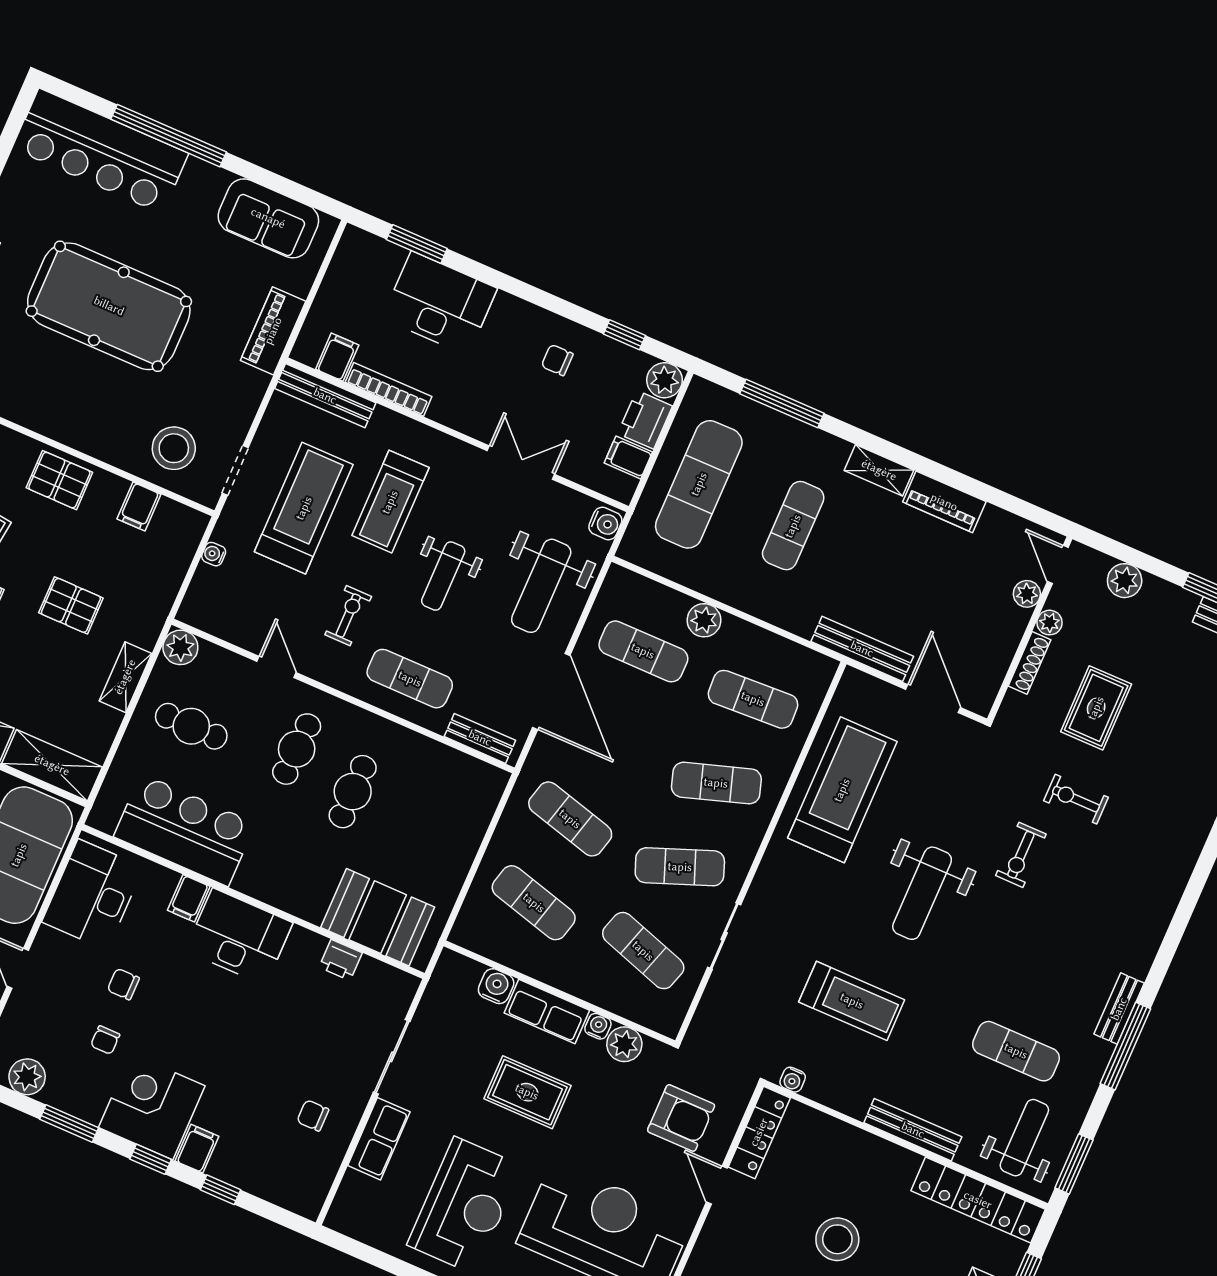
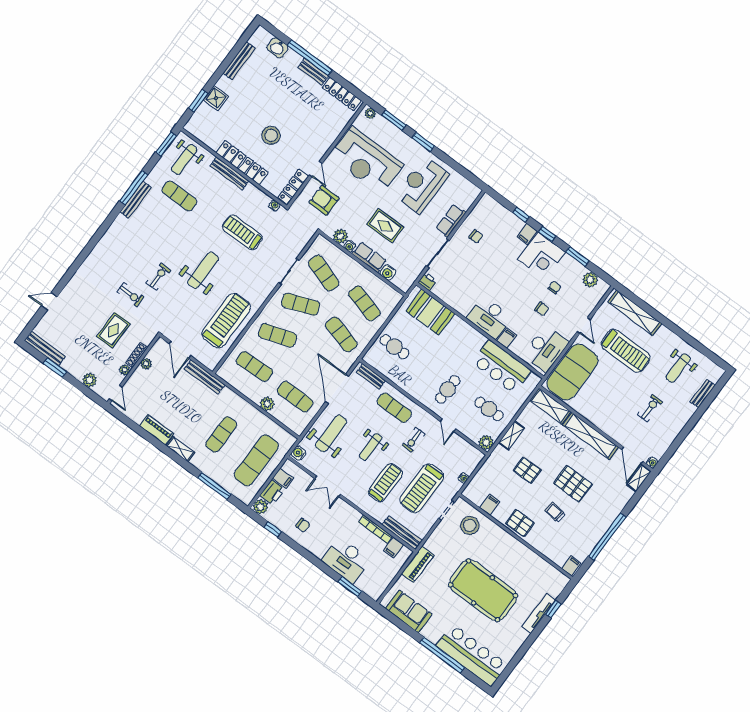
weight bench: (443, 576) -> (371, 447), turned 180
plant: (1027, 594) -> (146, 364), moved
treadmill: (842, 790) -> (226, 321), turned 180
cafe table: (353, 792) -> (394, 347), moved, turned 90
printer: (341, 960) -> (427, 282), moved
bench: (1119, 1009) -> (136, 200), width x1.36
locker: (978, 1200) -> (242, 163), moved

